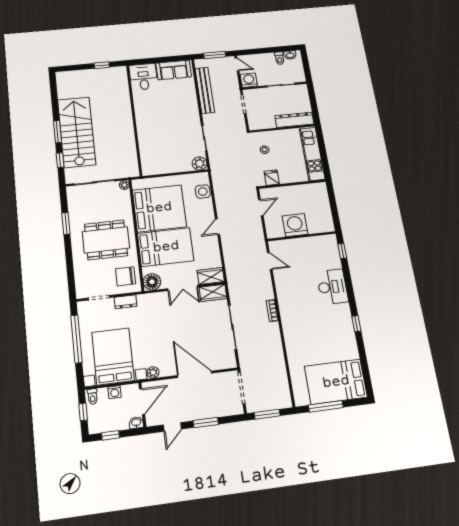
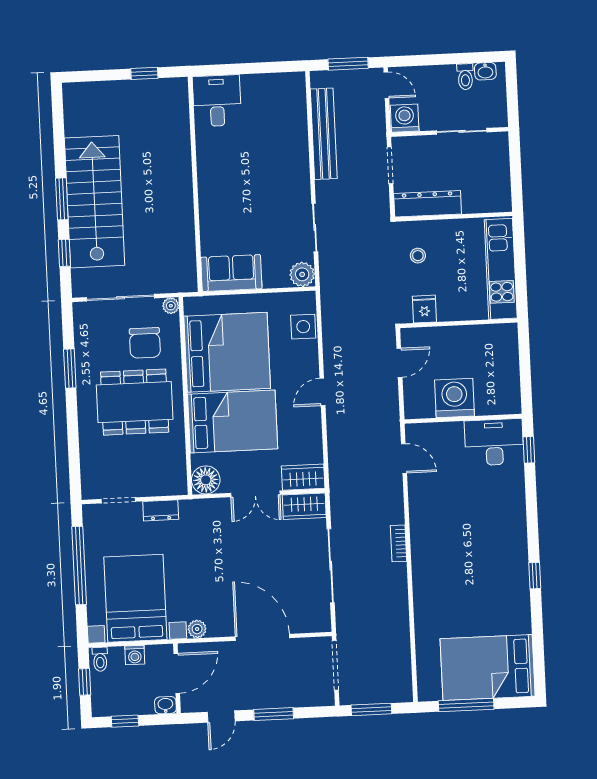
sofa: (174, 70) -> (231, 273), moved, turned 180
dresser: (294, 120) -> (428, 204), moved
chair: (126, 276) -> (145, 343), moved, turned -90
desk: (332, 287) -> (494, 442), moved, turned -90

